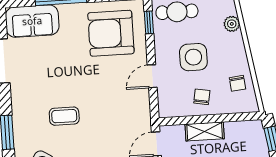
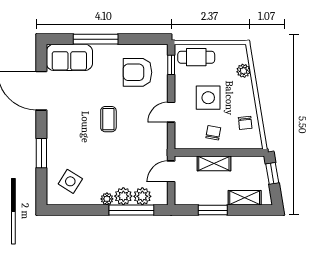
armchair: (111, 33) -> (137, 72), width x0.73, depth x0.73
coffee table: (64, 116) -> (108, 119), moved, turned 90

